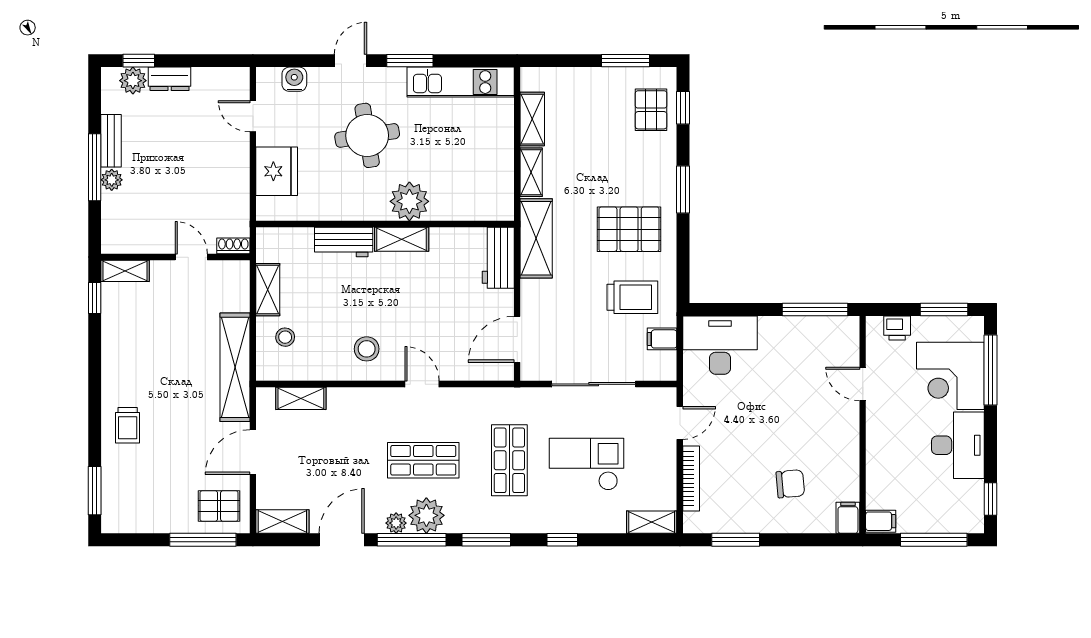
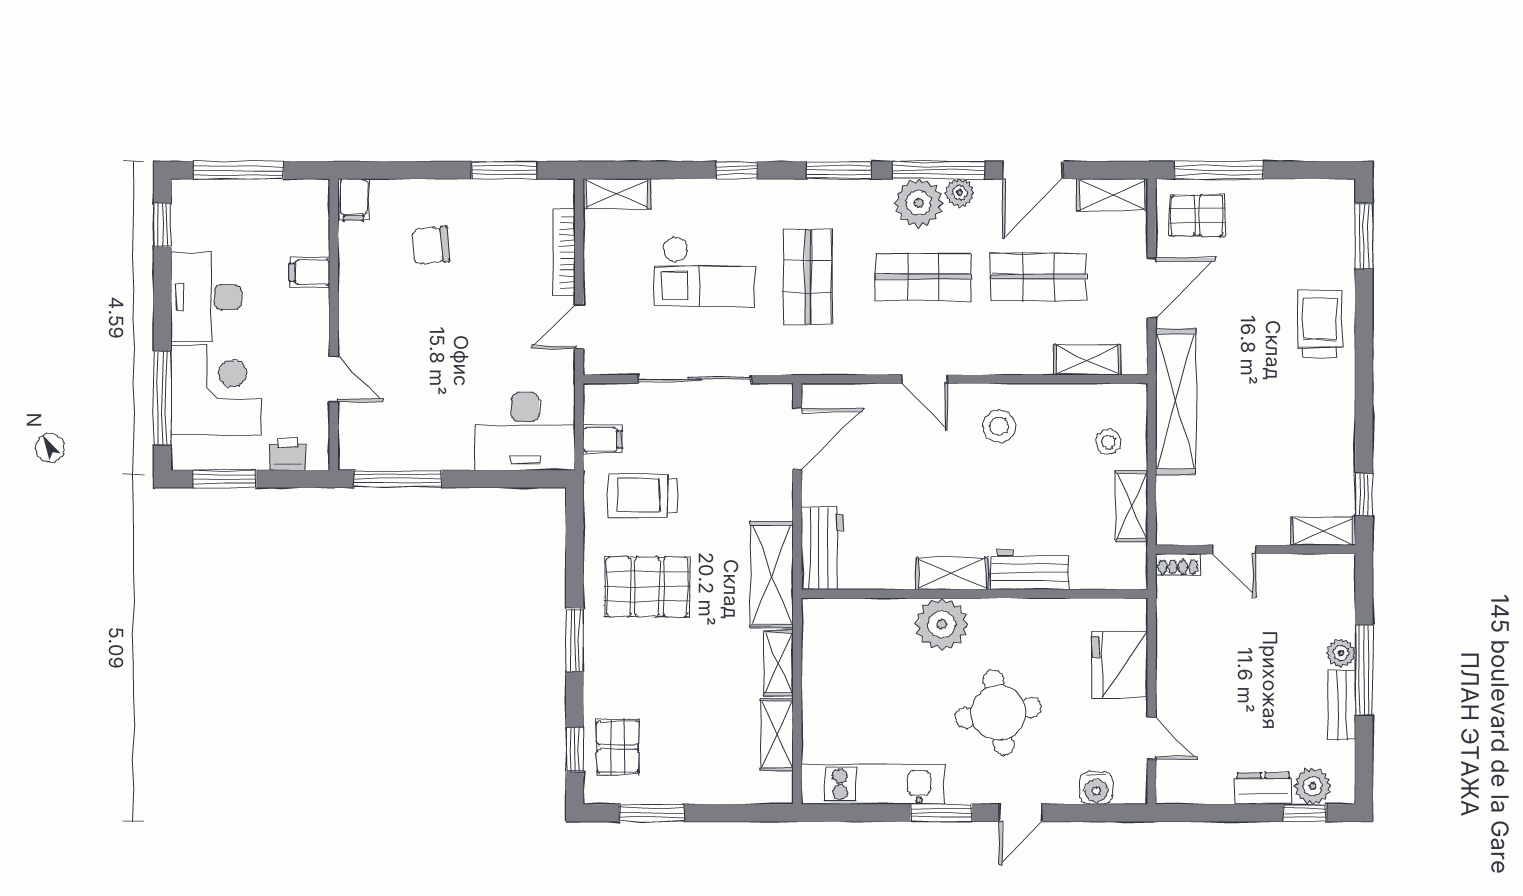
trolley: (128, 425) -> (1320, 324), width x1.36, depth x1.39
shop shelf: (337, 460) -> (1039, 277), added
filing cabinet: (881, 521) -> (310, 272), moved

